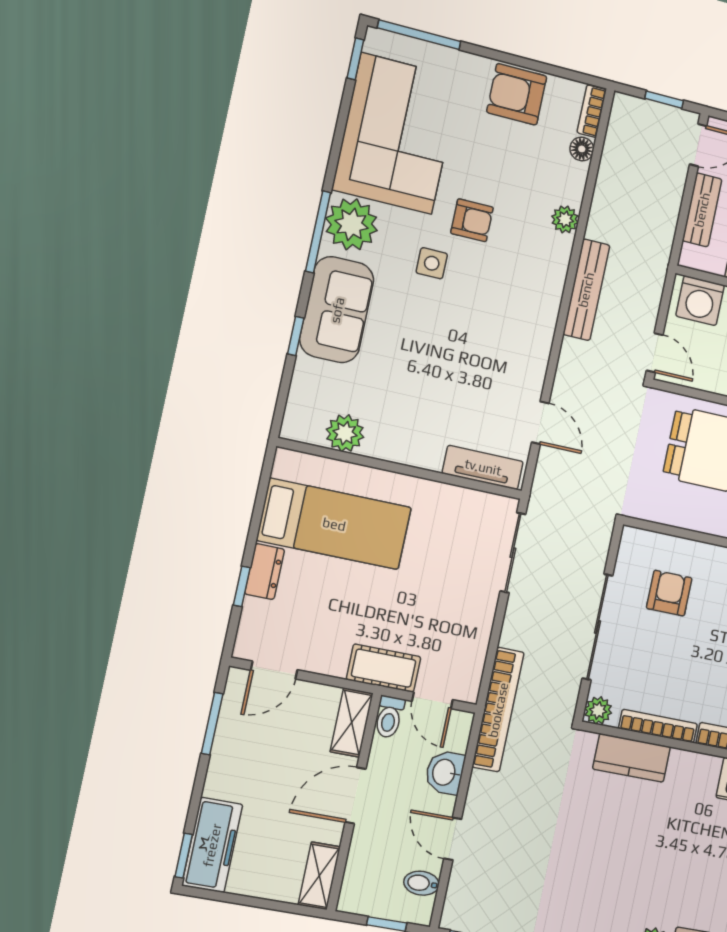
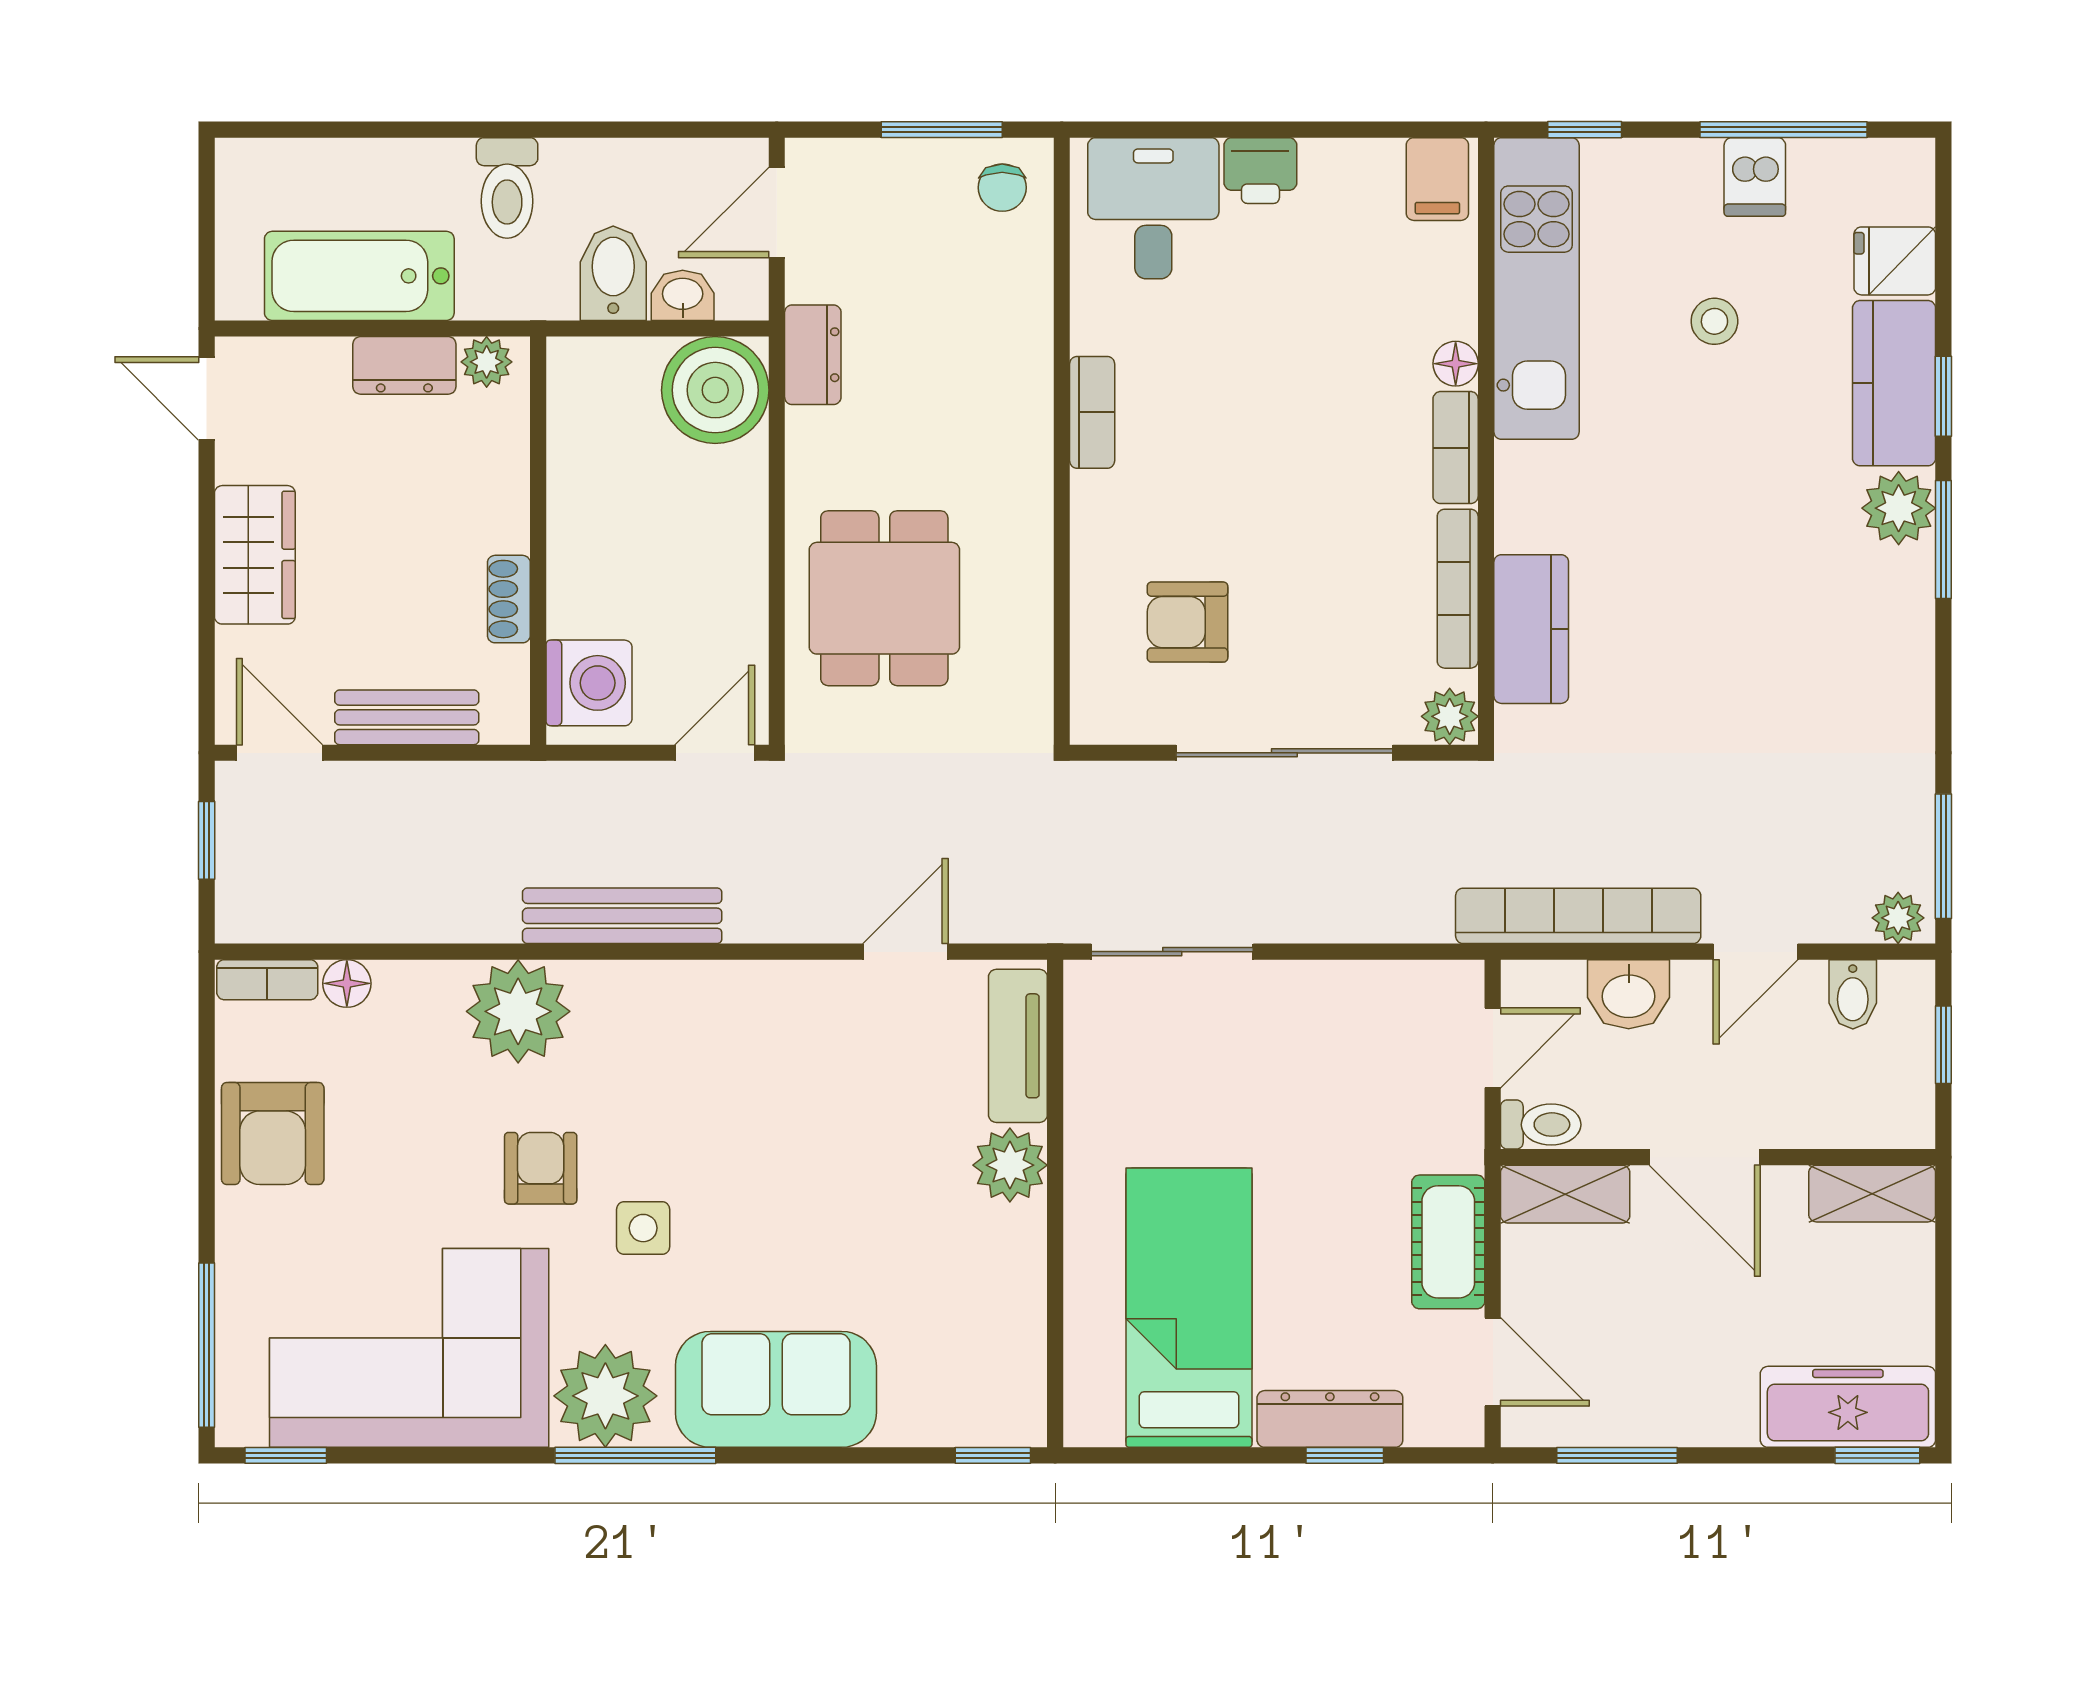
plant: (565, 219) -> (518, 1011), width x1.87, depth x1.87
window: (296, 336) -> (993, 1455), moved
plant: (345, 433) -> (1010, 1165), moved
dresser: (265, 572) -> (1330, 1419), width x1.44
cot: (384, 668) -> (1448, 1242), moved
bookcase: (498, 710) -> (1578, 916), moved
plant: (455, 912) -> (1898, 918), added

